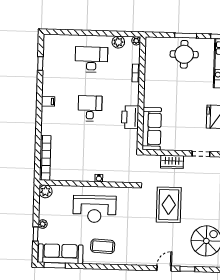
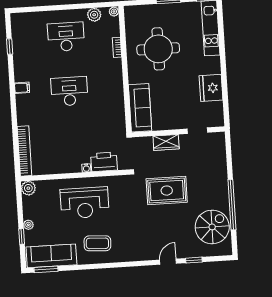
round table: (184, 54) -> (158, 49), moved, width x1.36, depth x1.36
desk: (90, 108) -> (69, 91), width x1.37
printer: (130, 117) -> (104, 162), moved, turned 90
rug: (169, 205) -> (167, 191), turned 90

